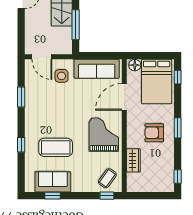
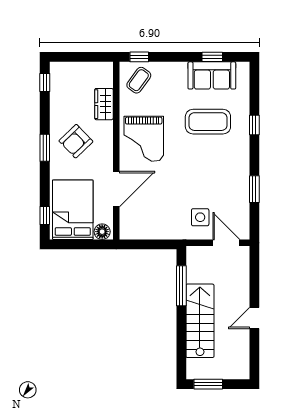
sofa: (97, 69) -> (153, 227), removed
armchair: (154, 133) -> (76, 141), turned 136

